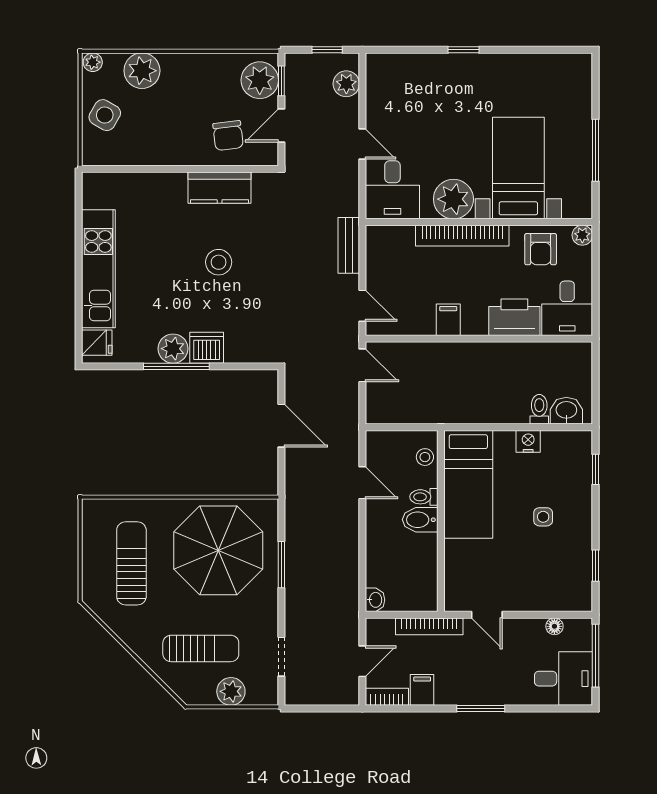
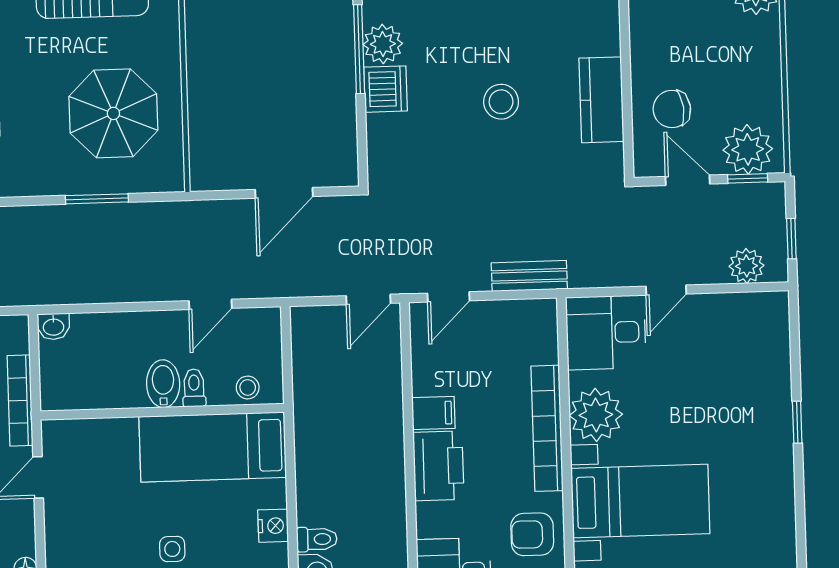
printer: (514, 317) -> (438, 466), moved
parasol: (218, 550) -> (113, 113), width x0.73, depth x0.73

